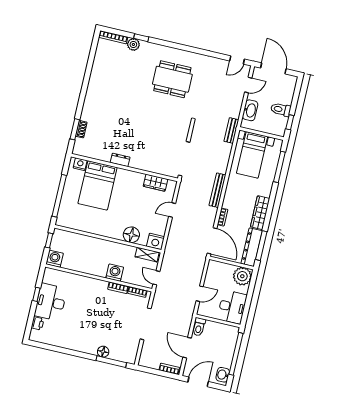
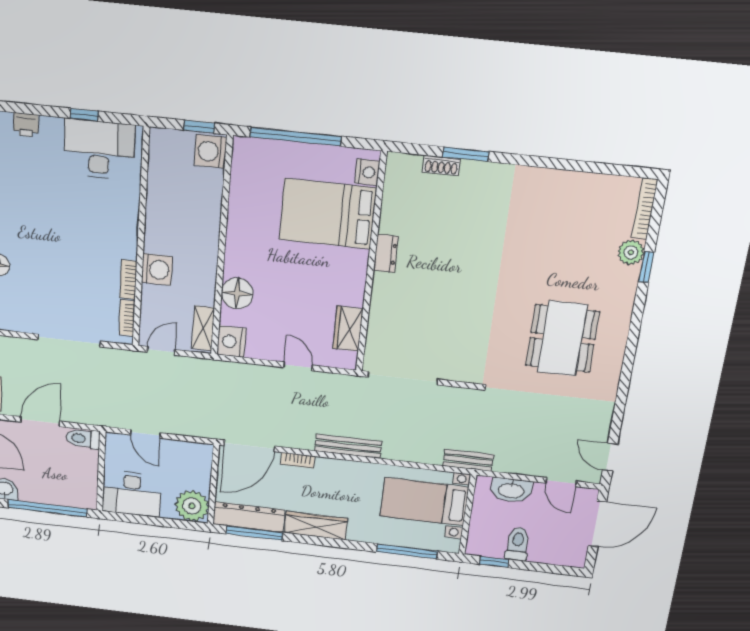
window: (75, 129) -> (466, 154), moved
washing machine: (55, 259) -> (211, 151), moved, turned 180
desk: (51, 302) -> (99, 149), moved

